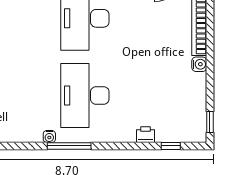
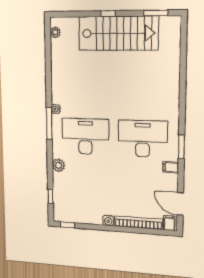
plant: (126, 133) -> (59, 165), added
printer: (146, 135) -> (58, 179), removed

